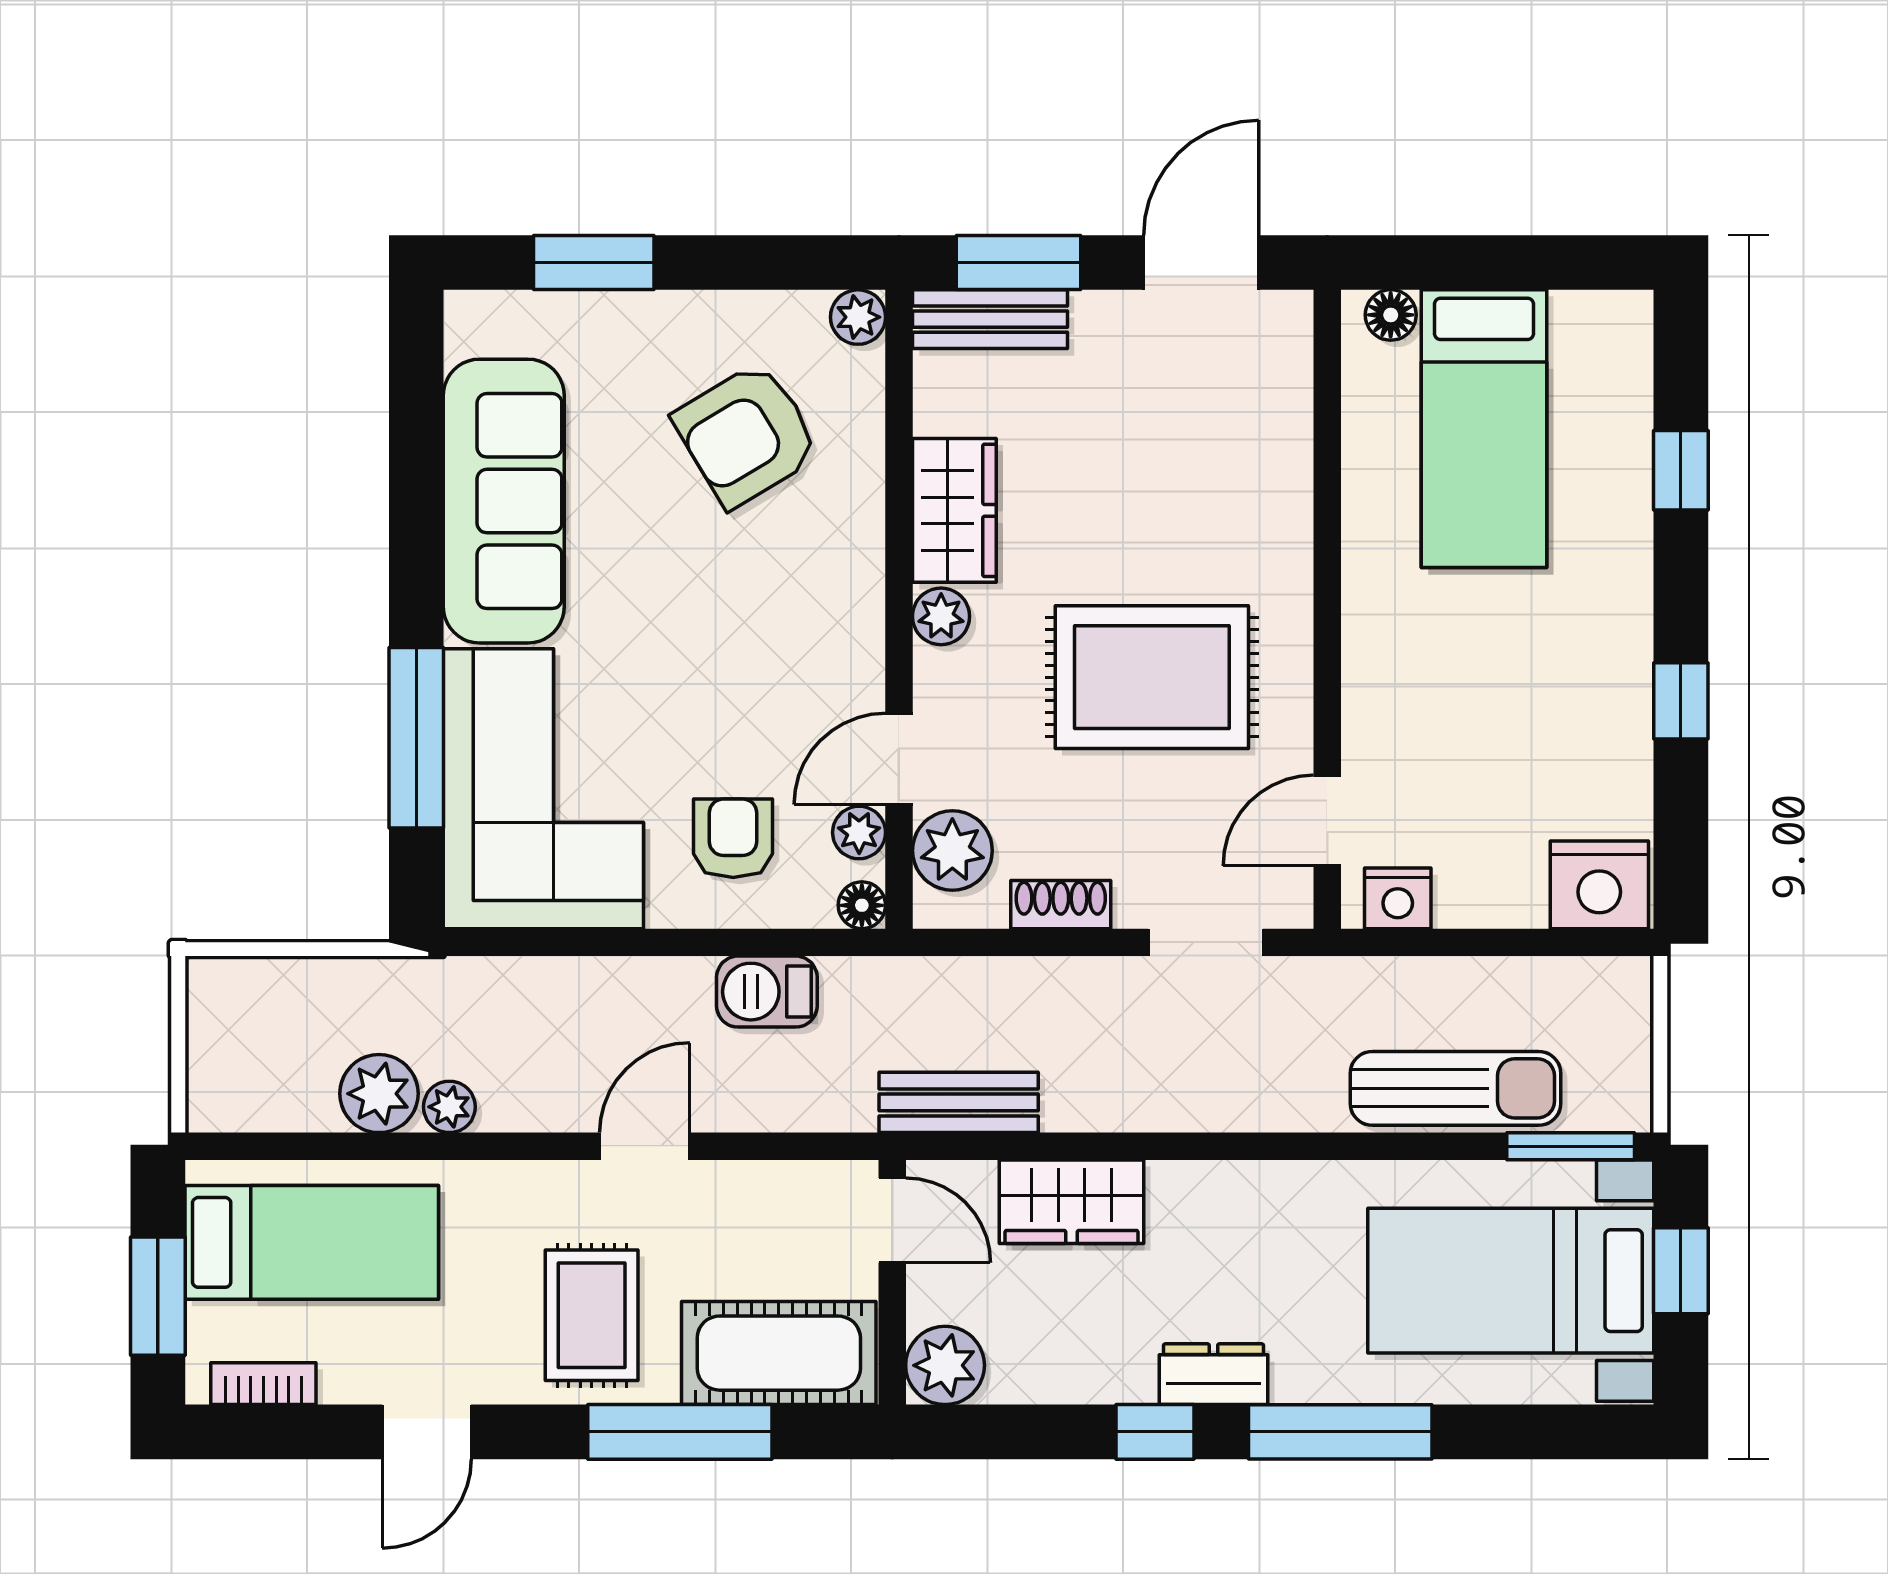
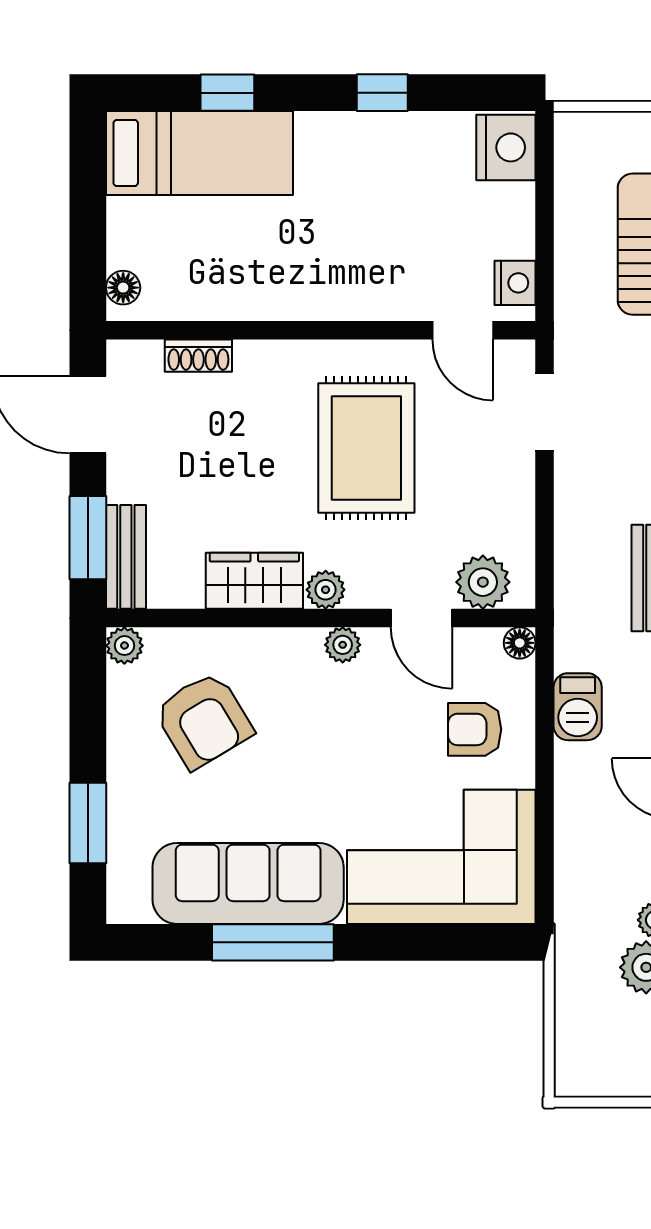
bed: (1484, 429) -> (199, 153), moved
window: (416, 738) -> (273, 942), moved
plant: (859, 832) -> (343, 645), moved
shoe rack: (1061, 905) -> (198, 356), moved, turned -90

